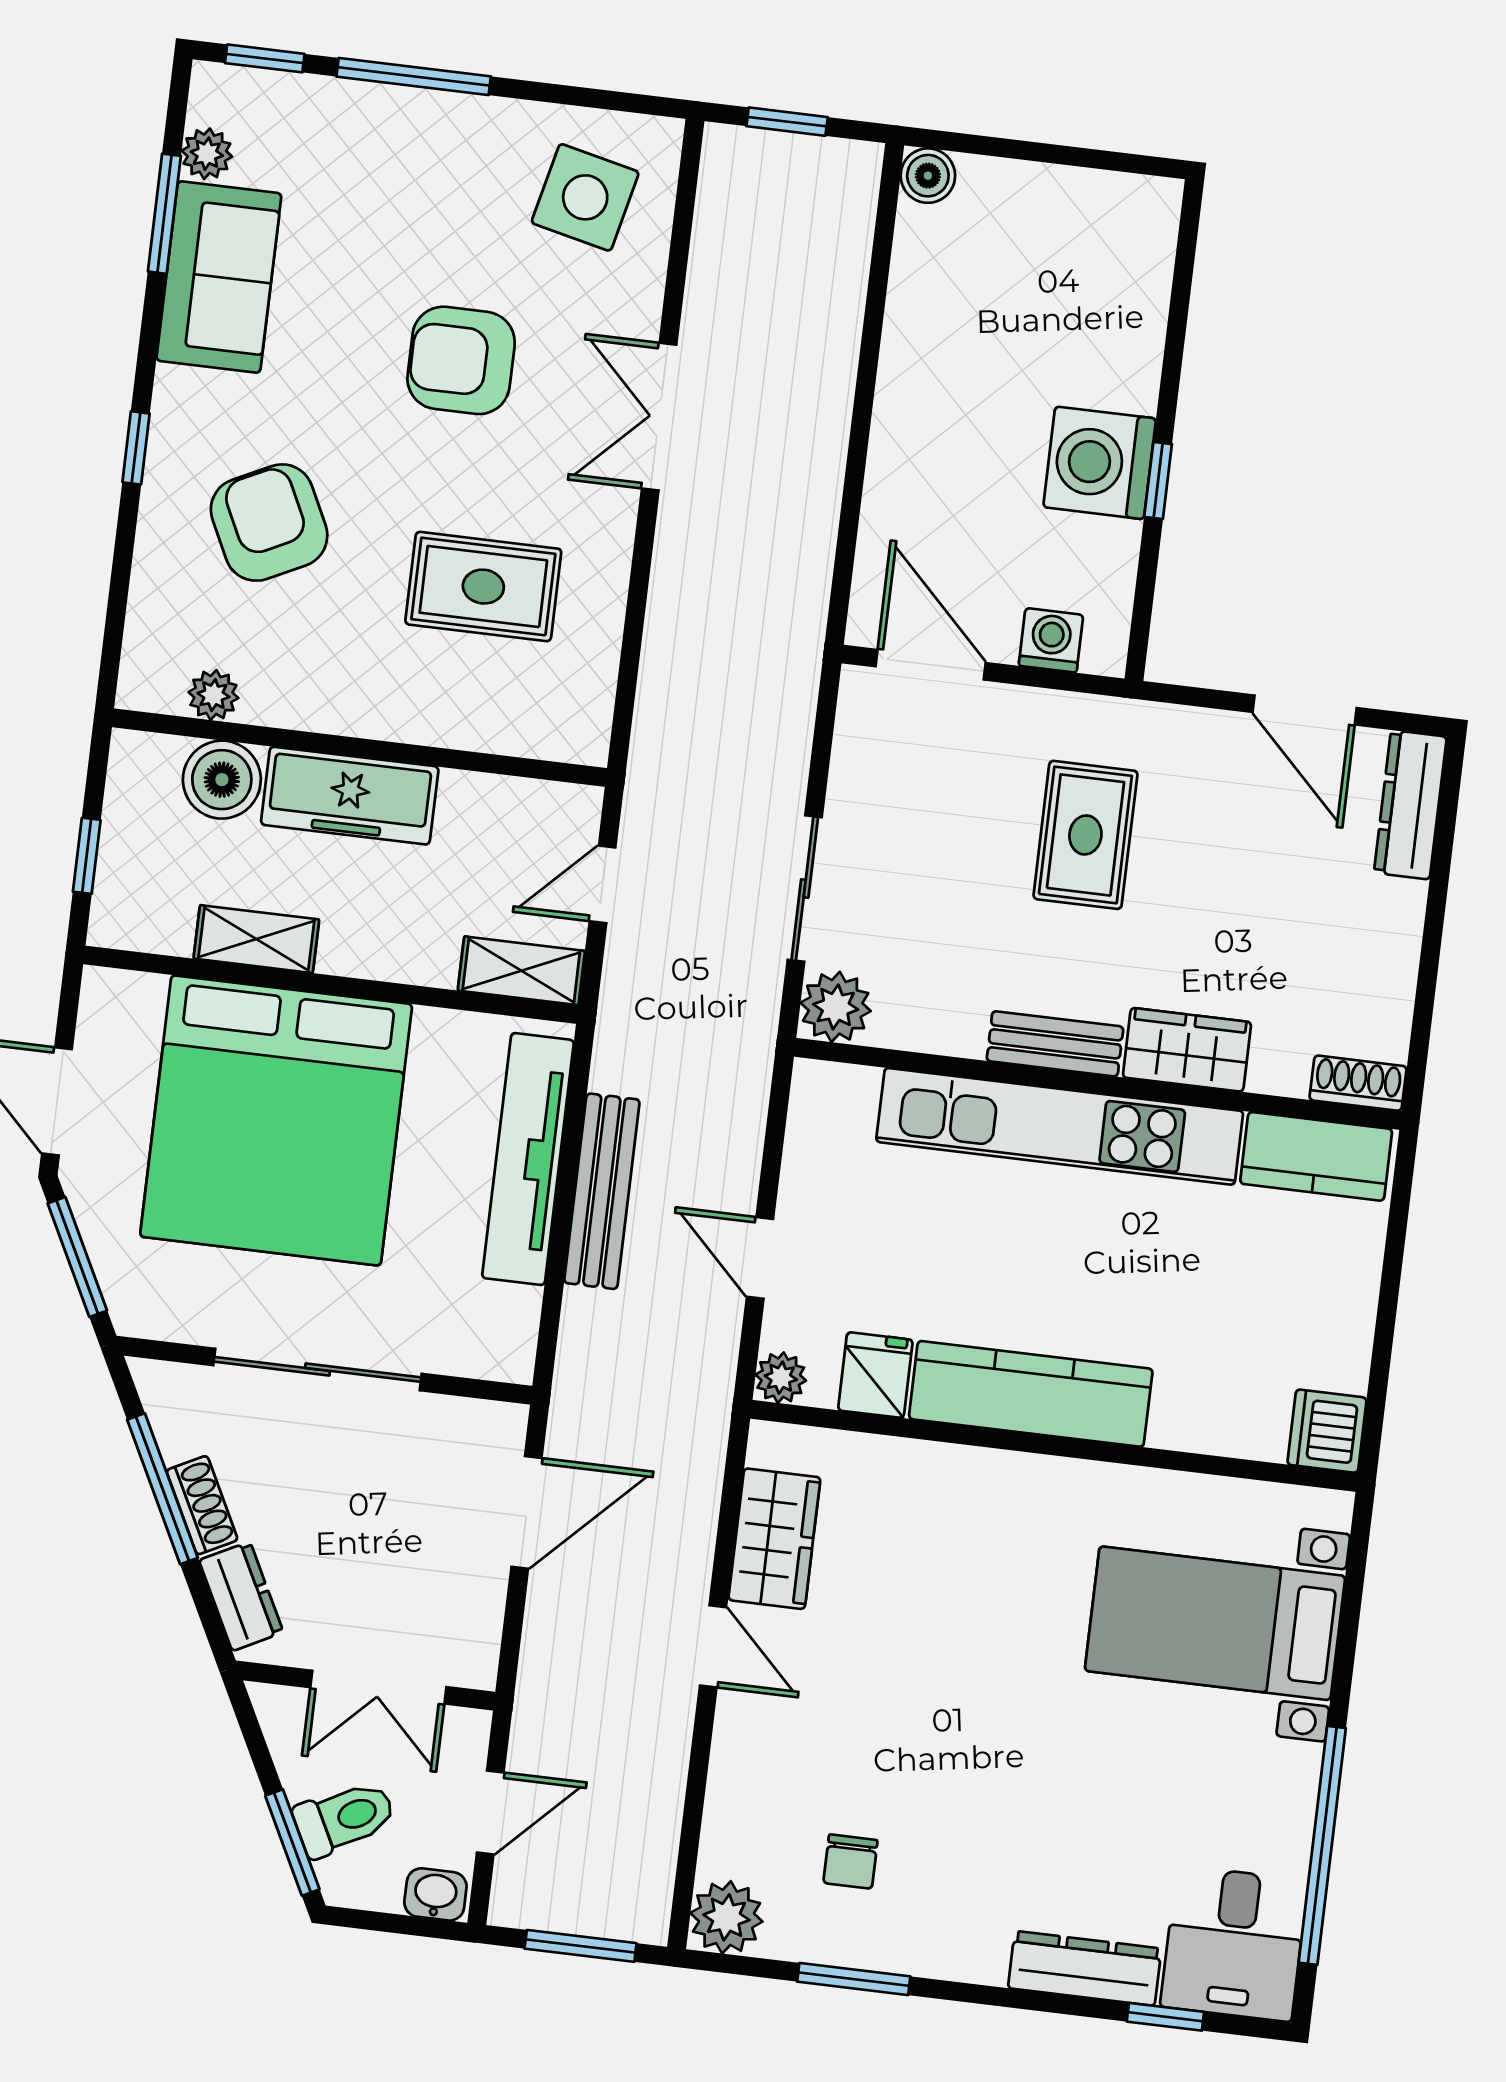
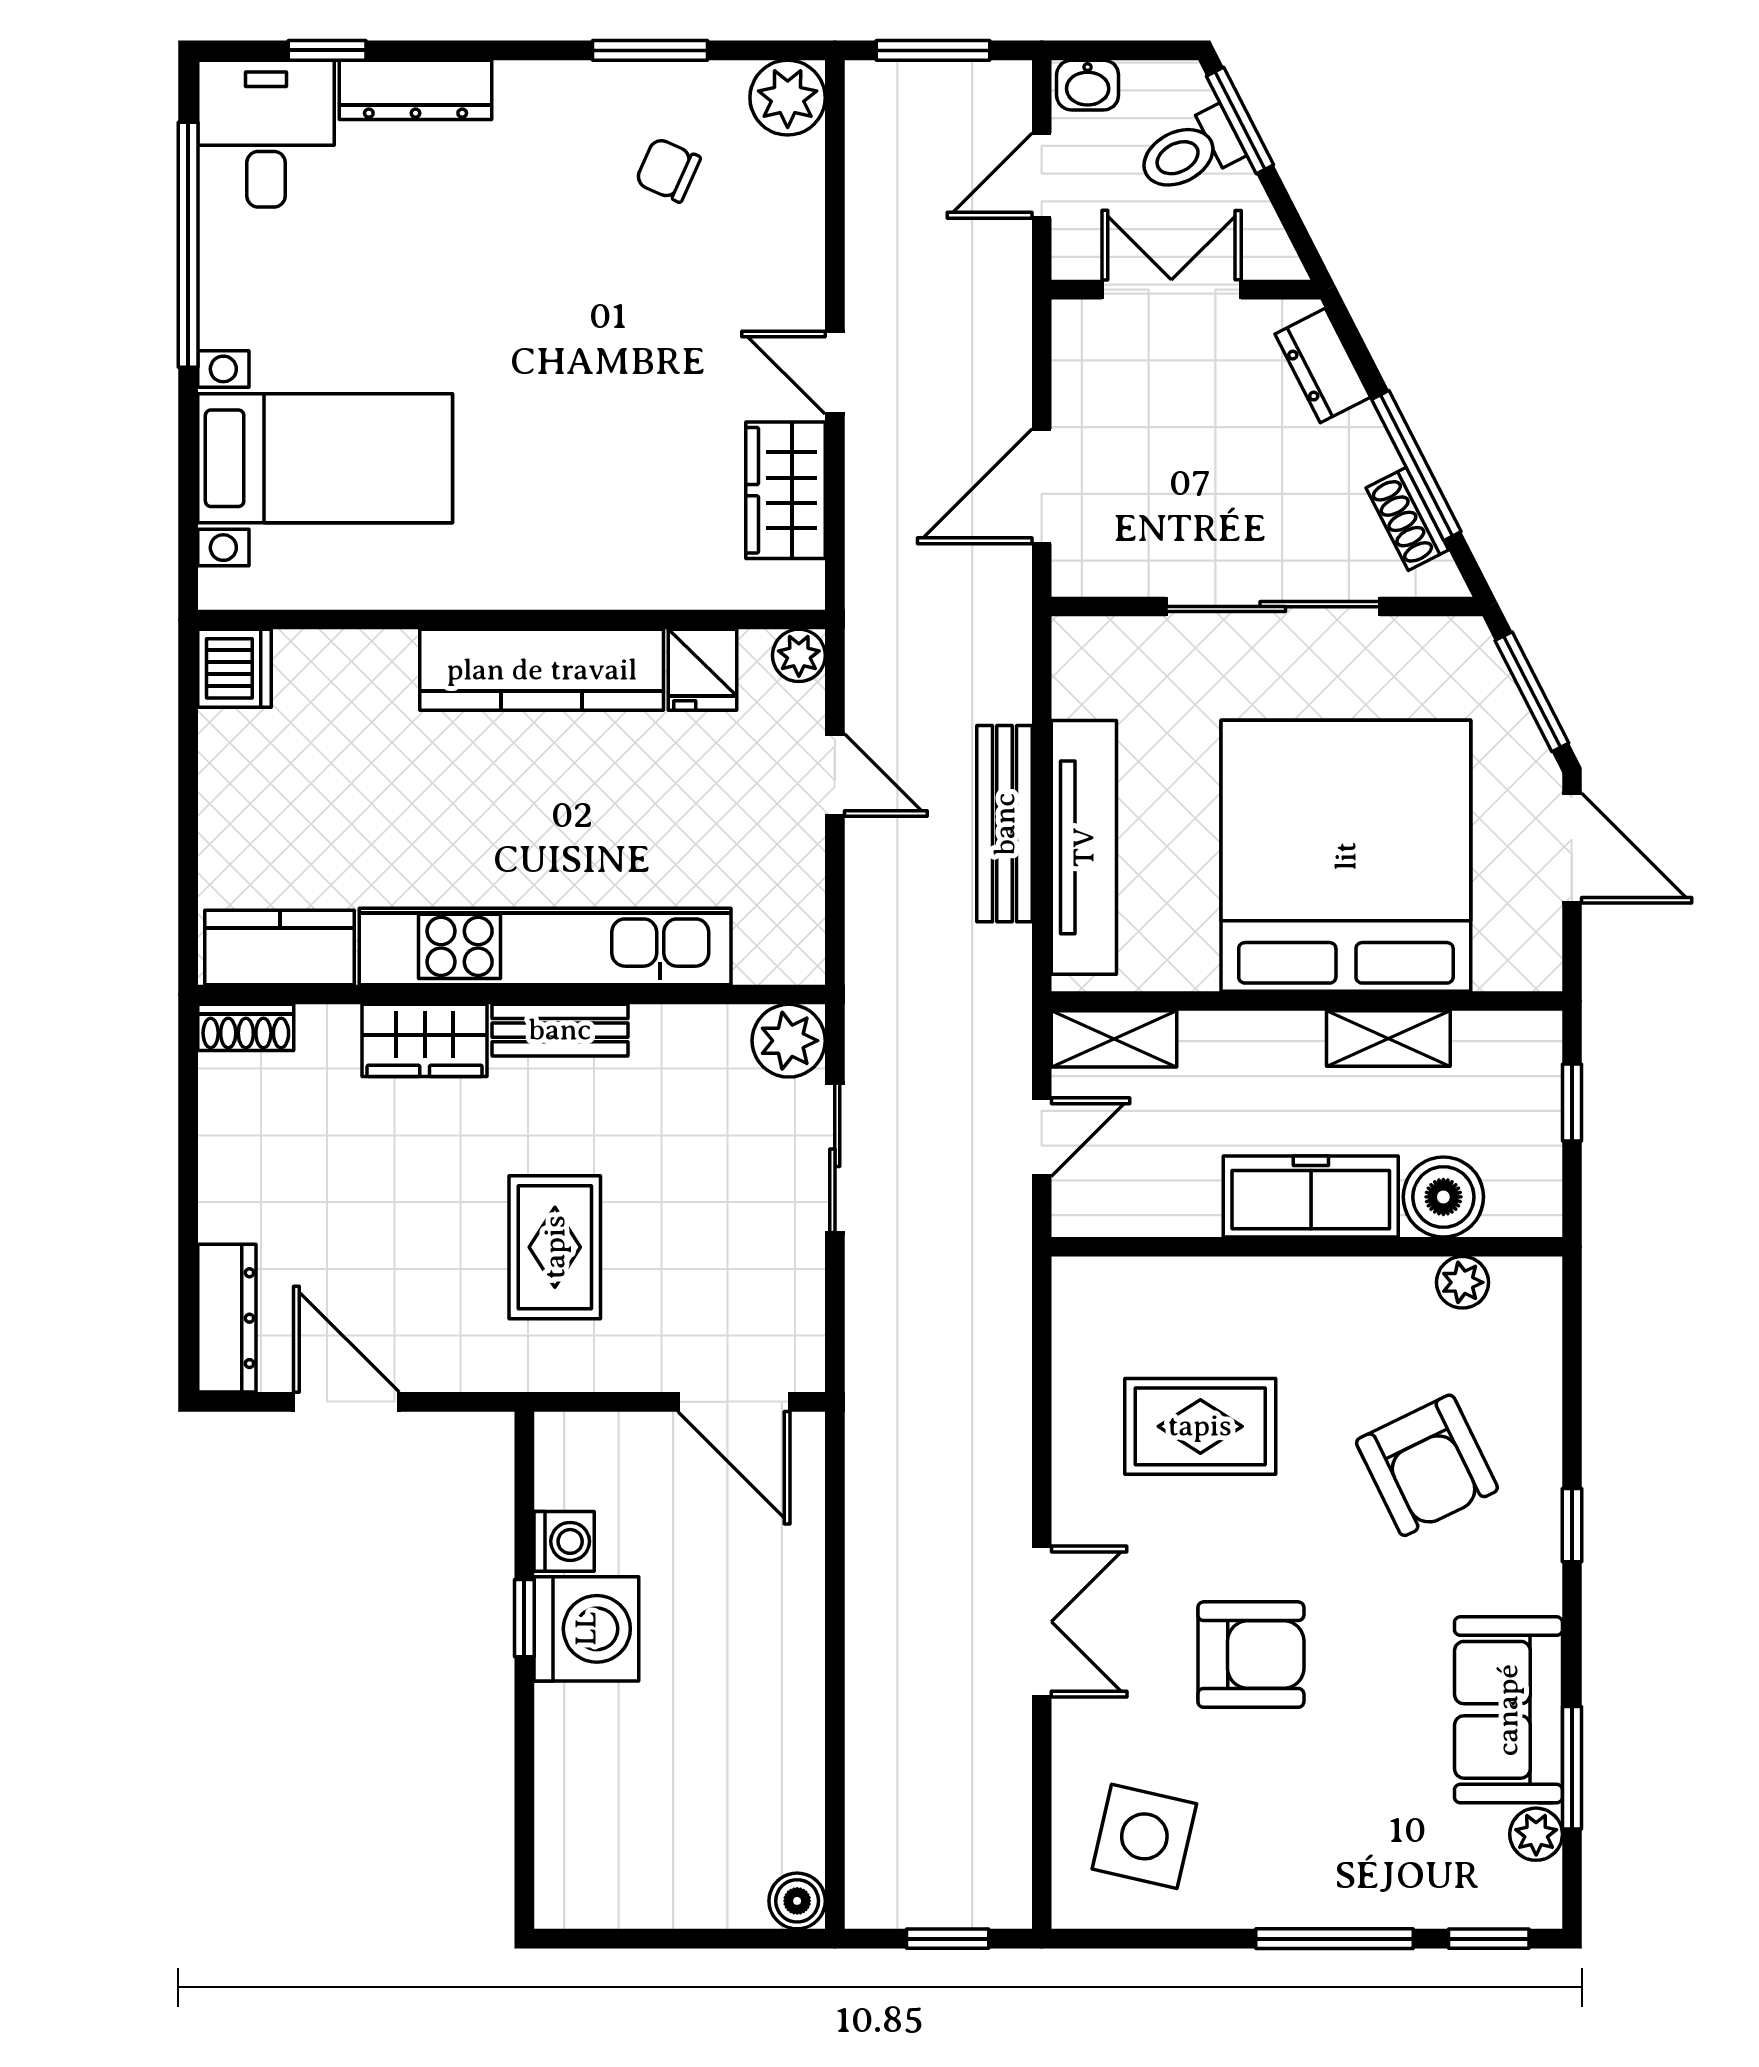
washing machine: (1051, 640) -> (564, 1541), moved, turned -90
shoe rack: (202, 1505) -> (1407, 519), moved
chair: (850, 1862) -> (668, 170), turned -66

